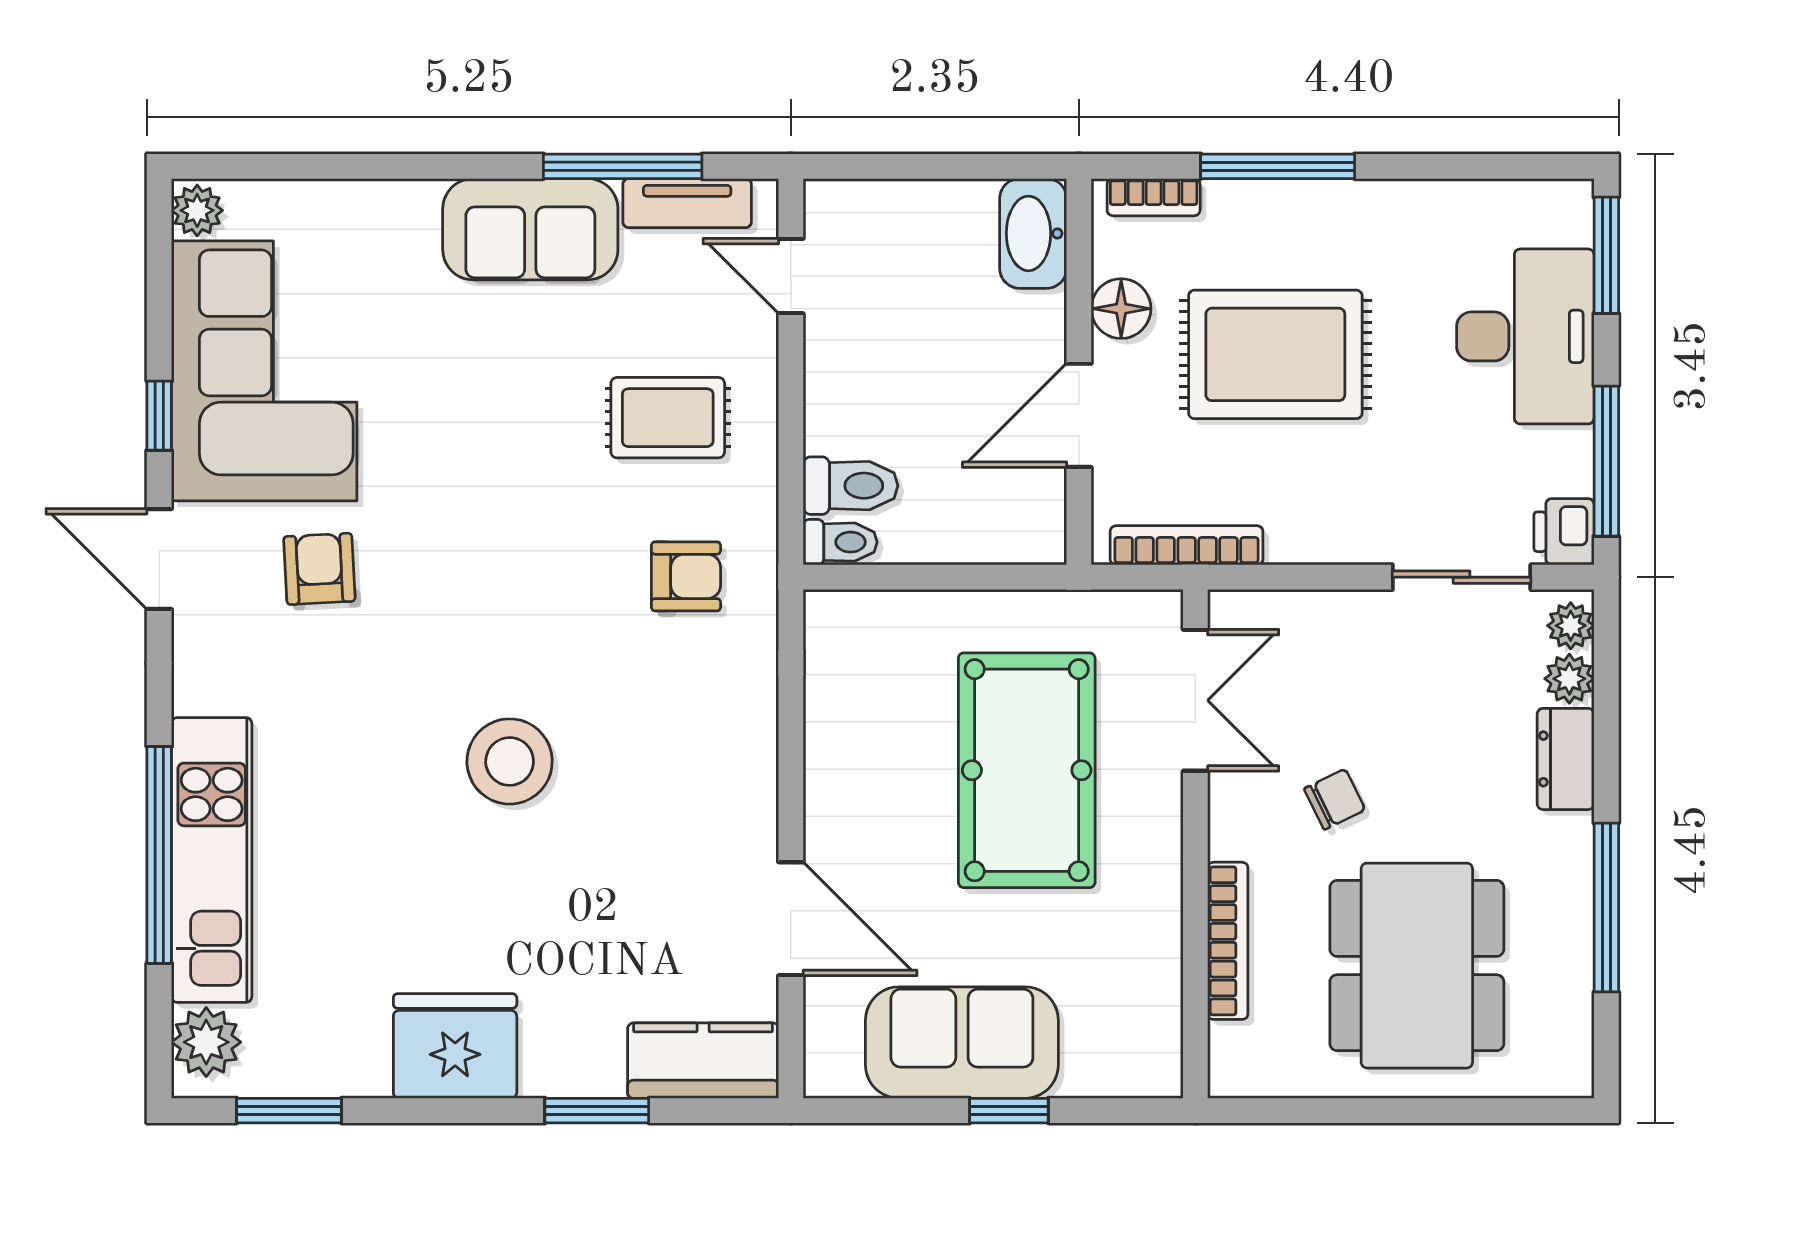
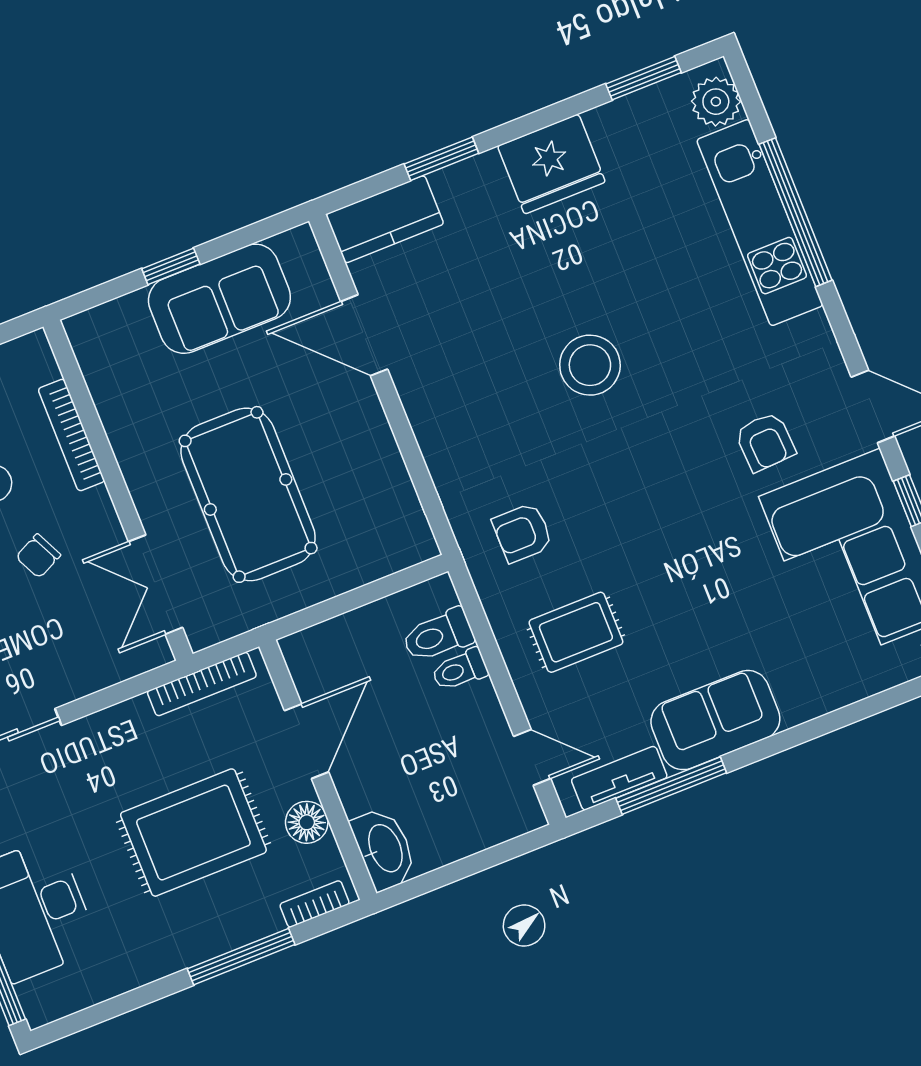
toilet: (840, 542) -> (460, 670), moved

